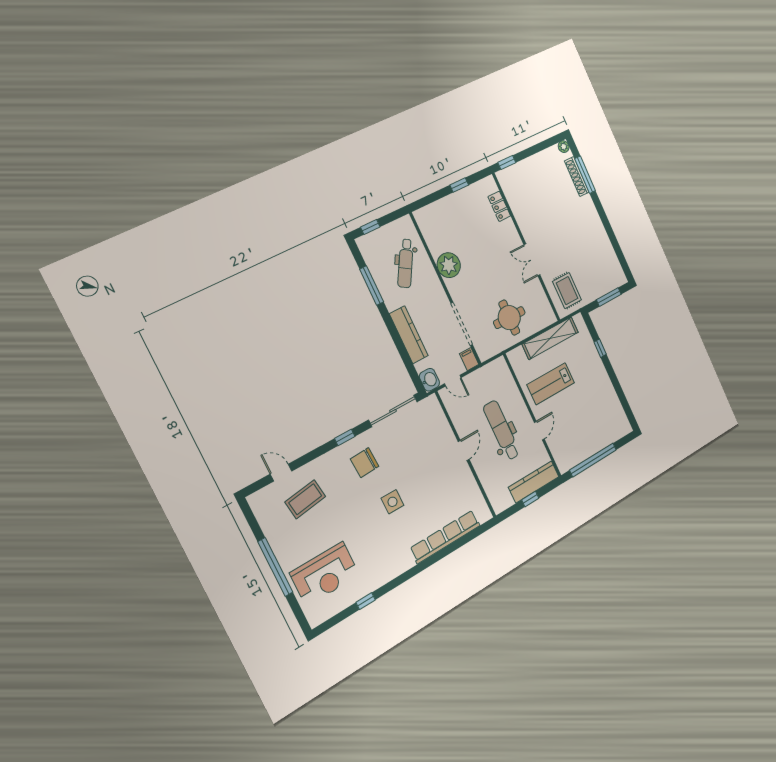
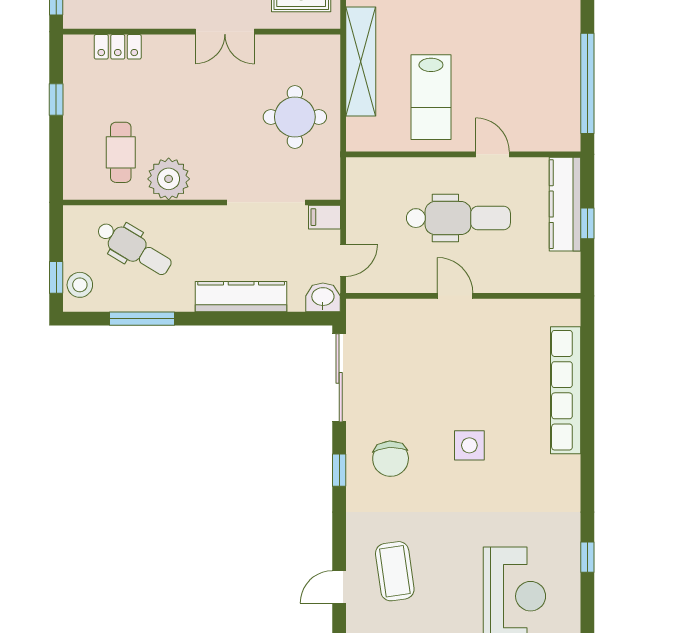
cafe table: (450, 233) -> (121, 152), added
stool: (373, 242) -> (80, 285), added
dental chair: (502, 430) -> (458, 218), turned 180

